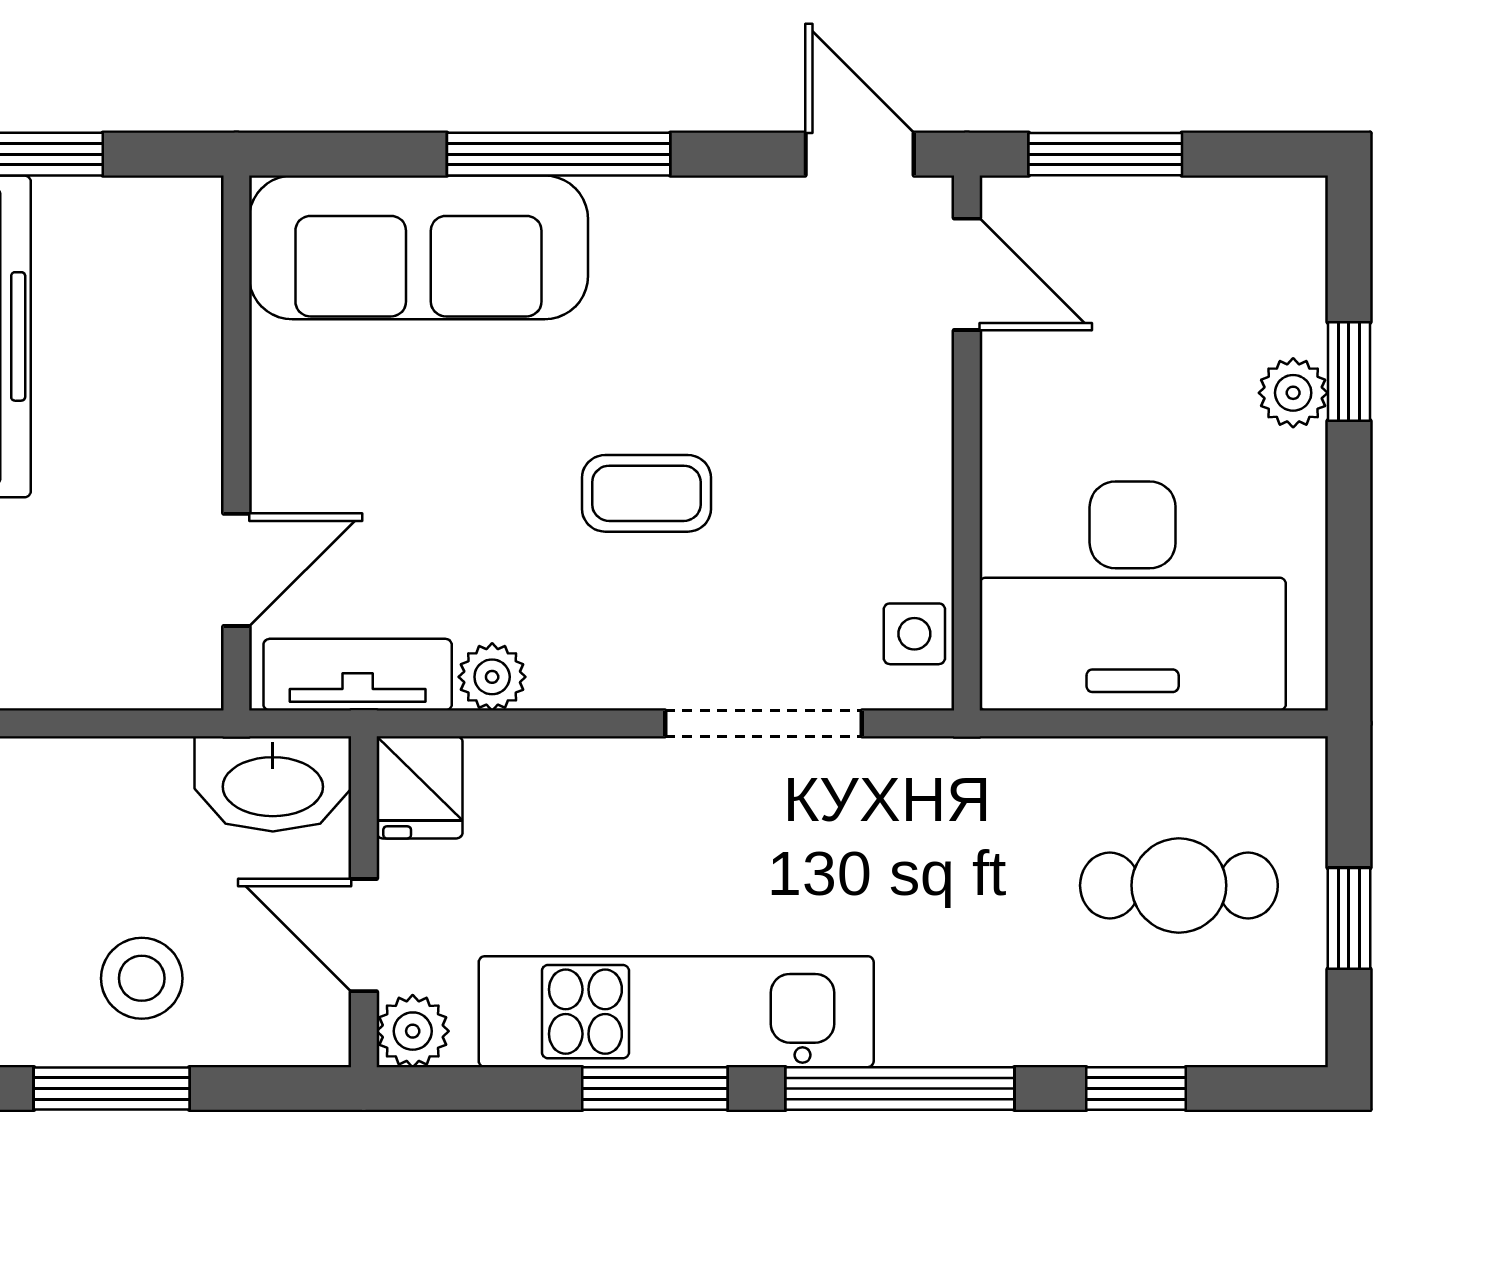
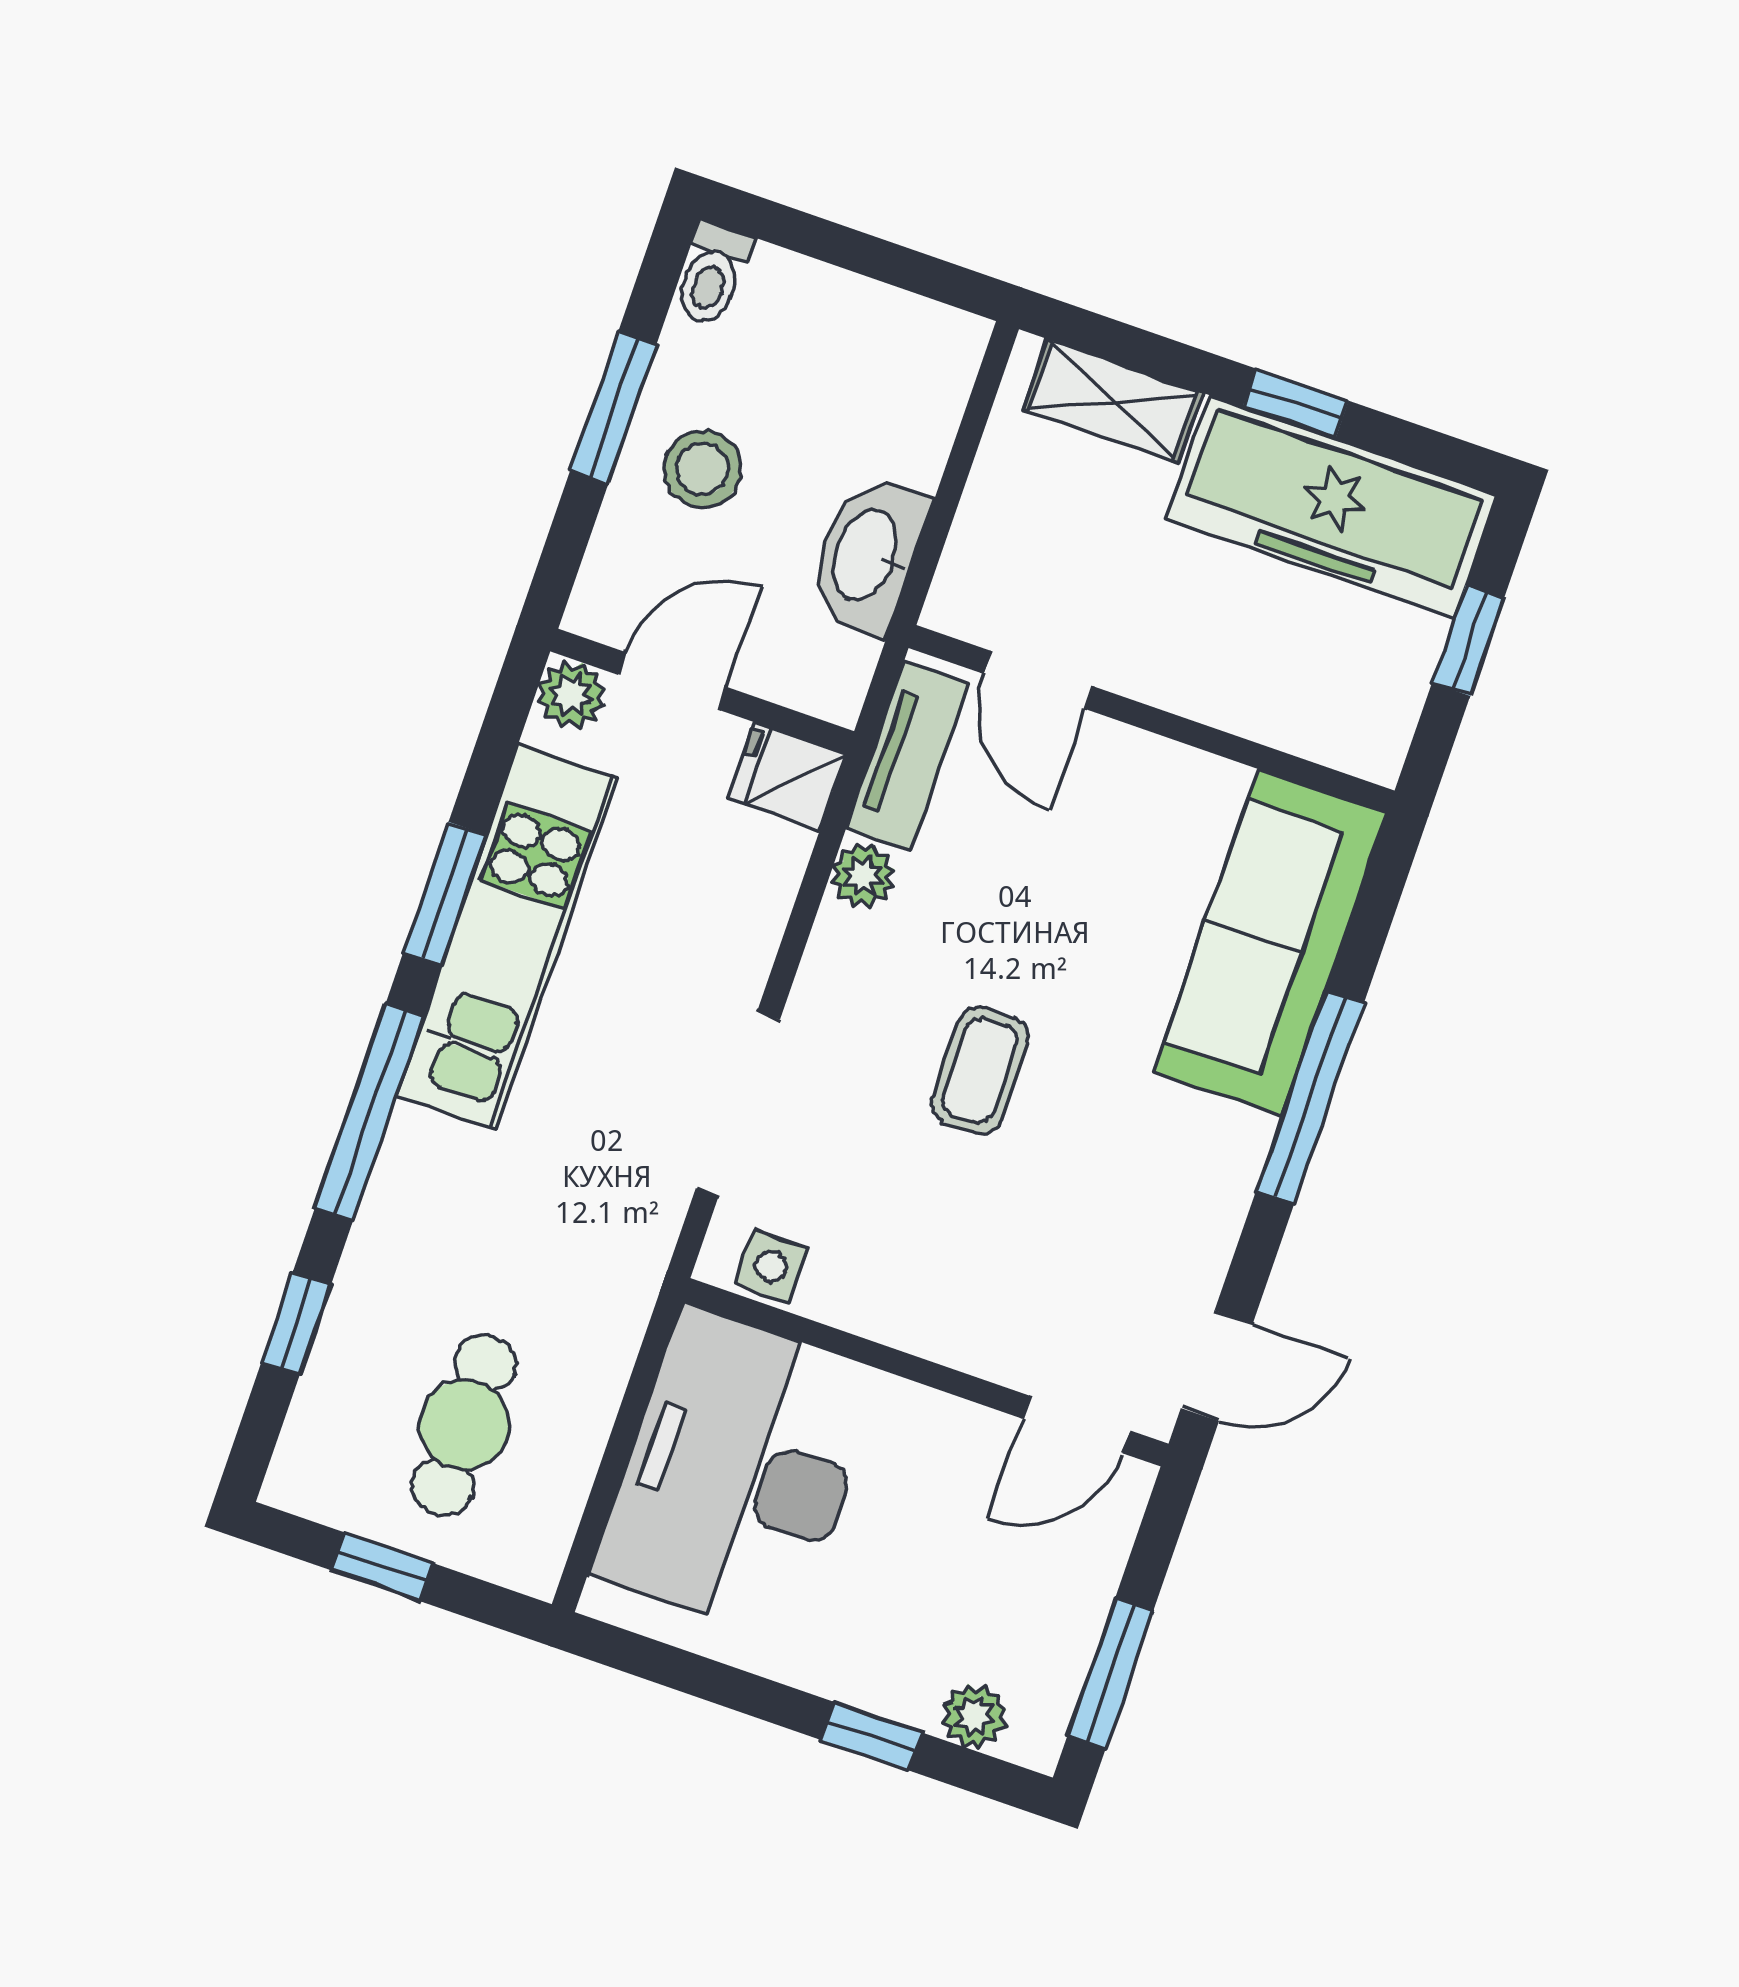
window: (1105, 154) -> (1110, 1674), moved
plant: (1293, 393) -> (974, 1716), moved
washbasin: (273, 784) -> (867, 555), moved

